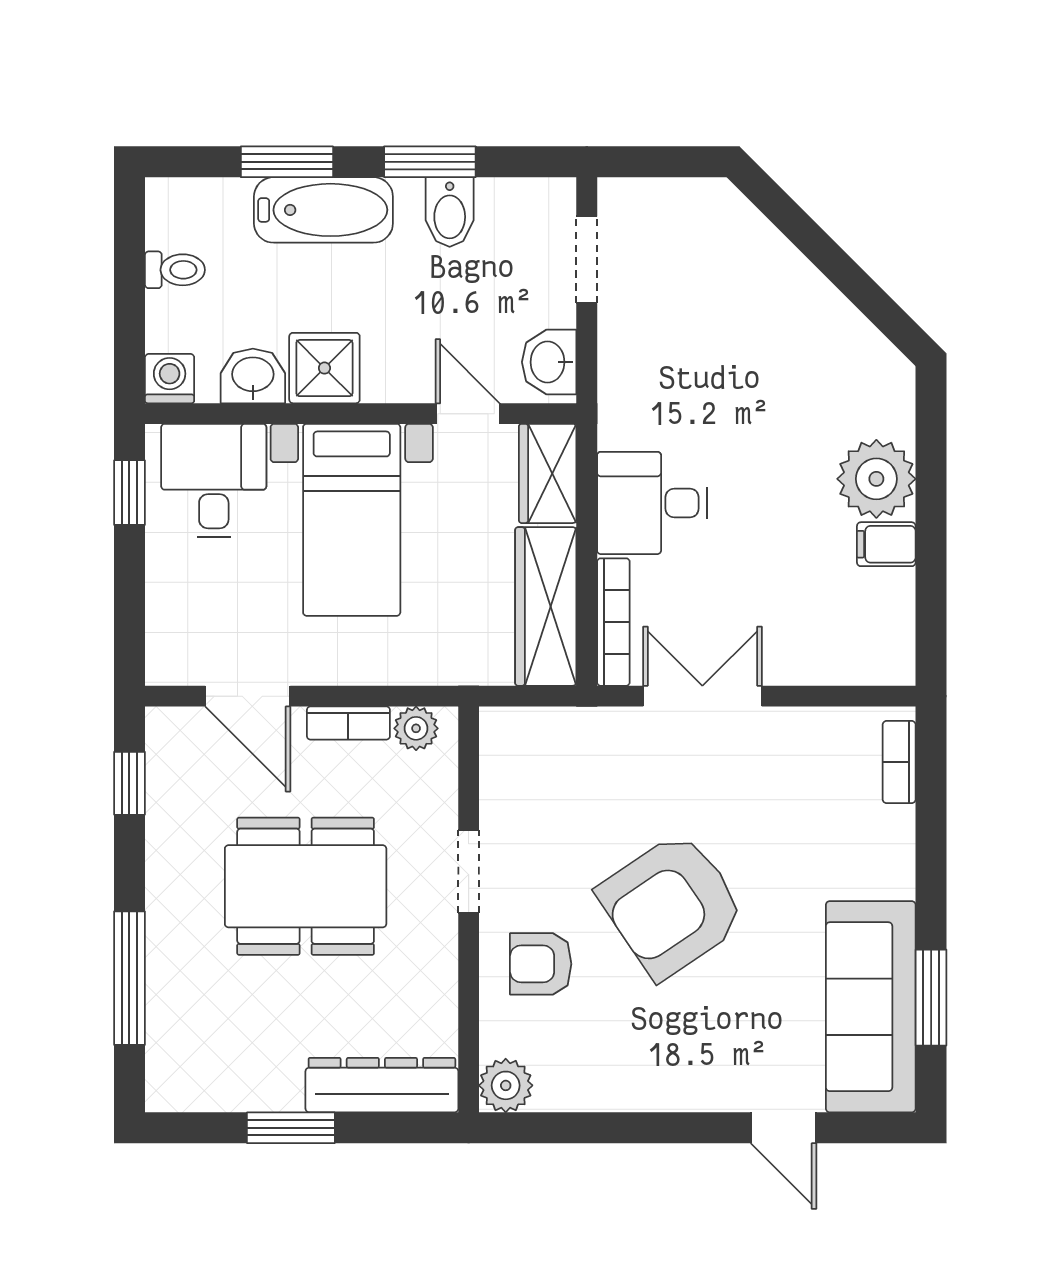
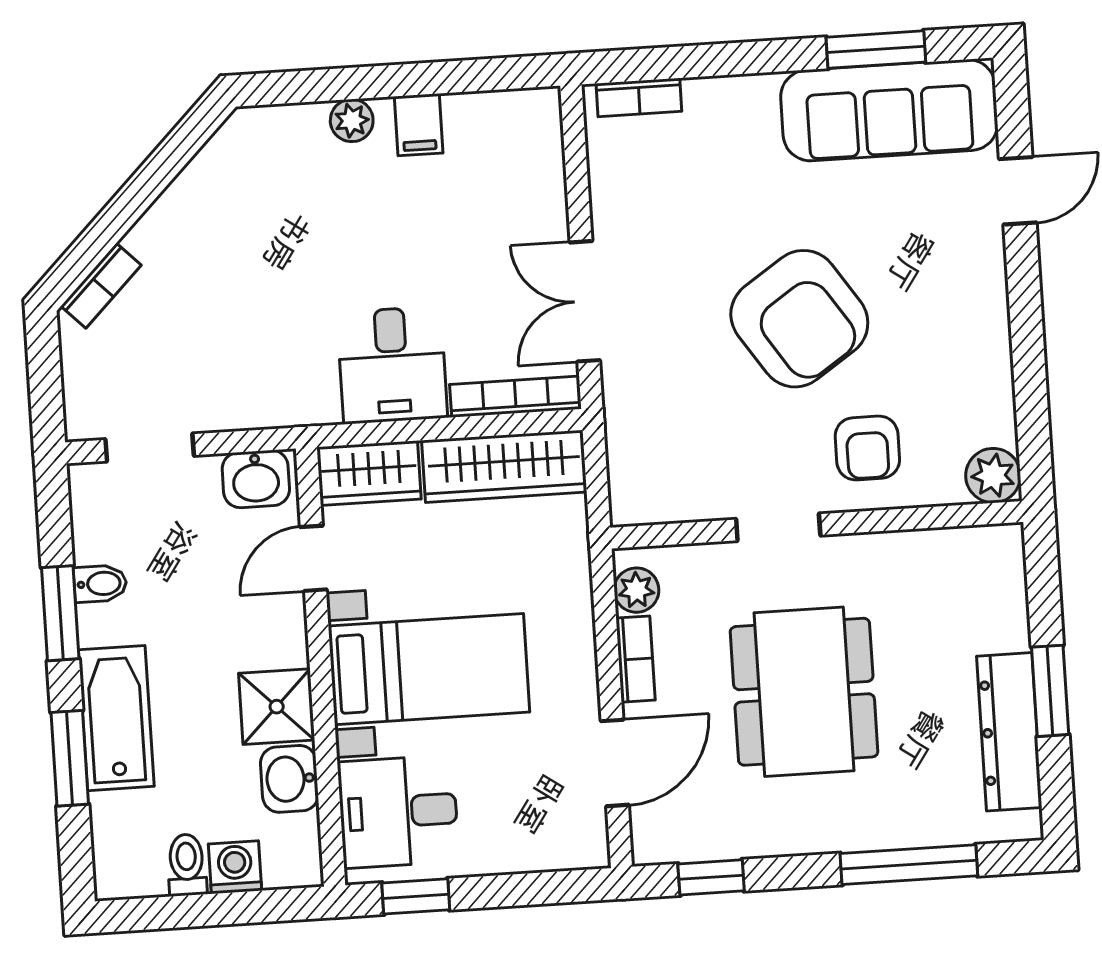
bidet: (450, 212) -> (100, 584), width x0.72, depth x0.74
bookcase: (749, 222) -> (101, 286), added
washing machine: (170, 379) -> (235, 867), moved, turned 90
plant: (876, 479) -> (352, 120), width x0.53, depth x0.53
dresser: (382, 1085) -> (1009, 732), moved

